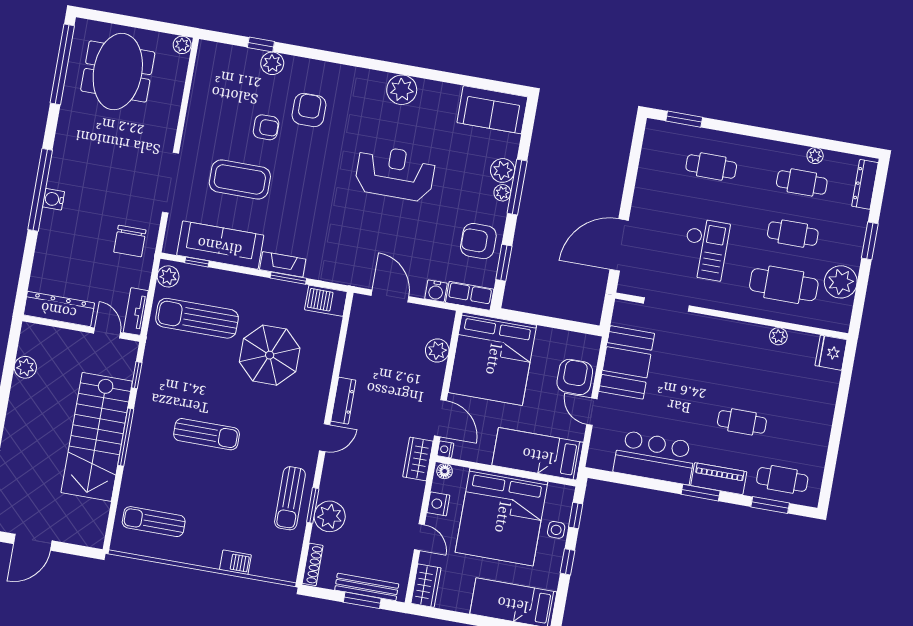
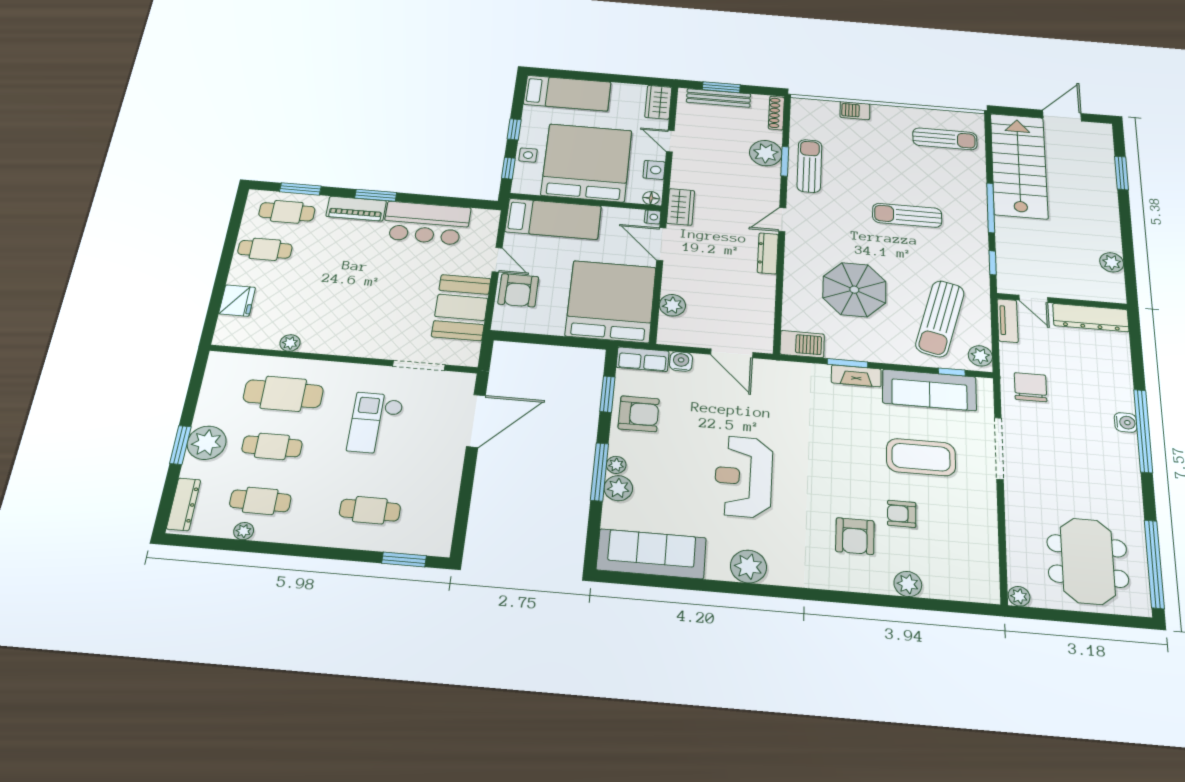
window: (261, 45) -> (925, 604), removed
sofa: (492, 110) -> (651, 554), width x1.36
reception desk: (395, 173) -> (744, 477), turned 90
plant: (841, 282) -> (207, 443), moved
sun lounger: (197, 318) -> (940, 319), turned 104
fridge: (831, 353) -> (237, 301), moved
cafe table: (742, 422) -> (265, 249), moved
stairs: (97, 437) -> (1019, 166), moved

